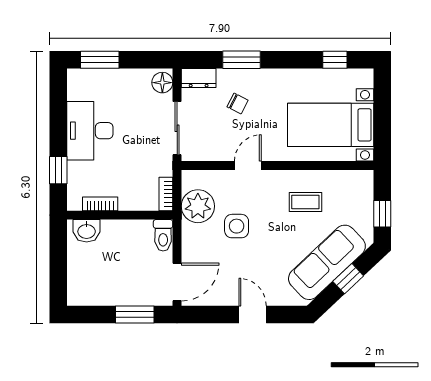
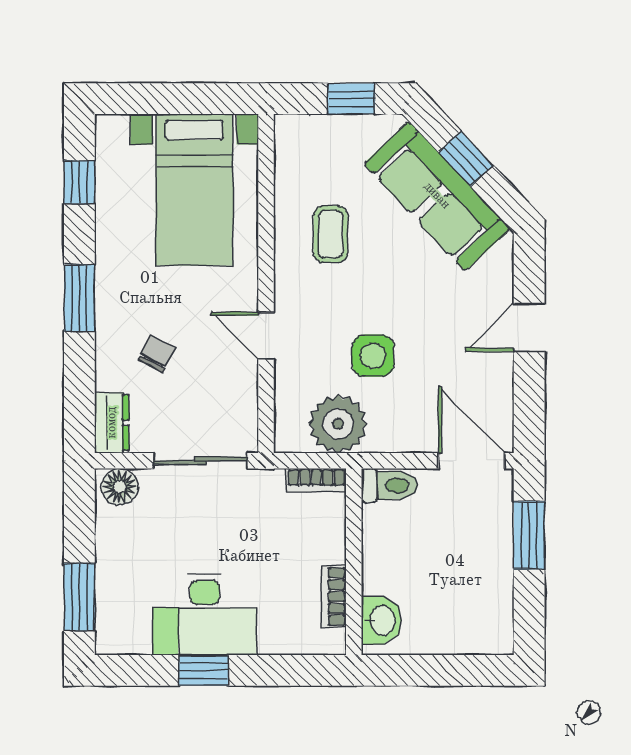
window: (241, 60) -> (79, 298), moved
window: (58, 170) -> (204, 670), moved

